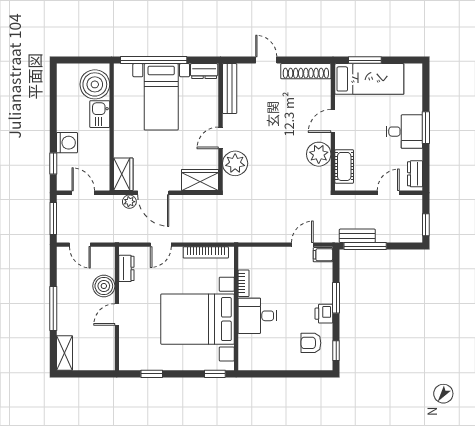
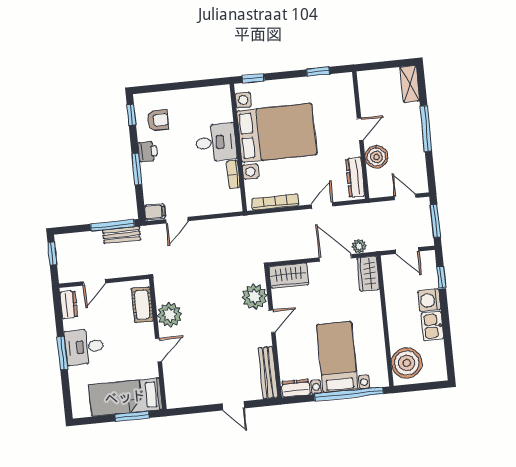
shoe rack: (306, 71) -> (191, 398), removed
kitchen sink: (100, 114) -> (432, 326), moved, turned 180
dresser: (126, 268) -> (355, 177), width x1.44

